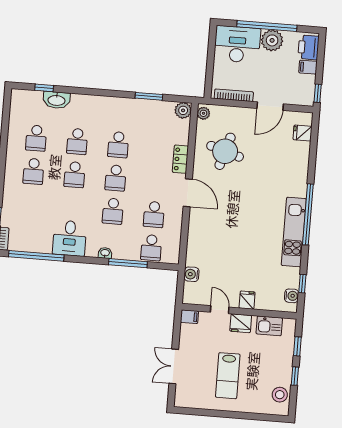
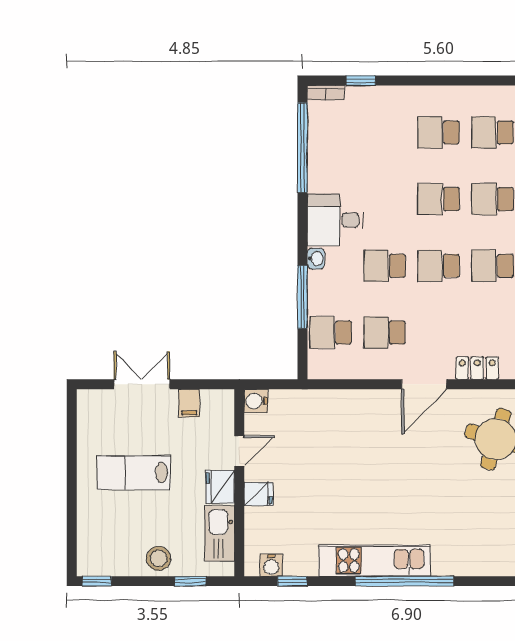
desk: (70, 238) -> (335, 220), moved
water cooler: (191, 274) -> (256, 401), moved, turned -90
filing cabinet: (189, 317) -> (189, 403), moved
kitchen sink: (269, 326) -> (220, 533), width x1.38
window: (295, 376) -> (97, 581), moved
stool: (280, 395) -> (159, 558), moved

